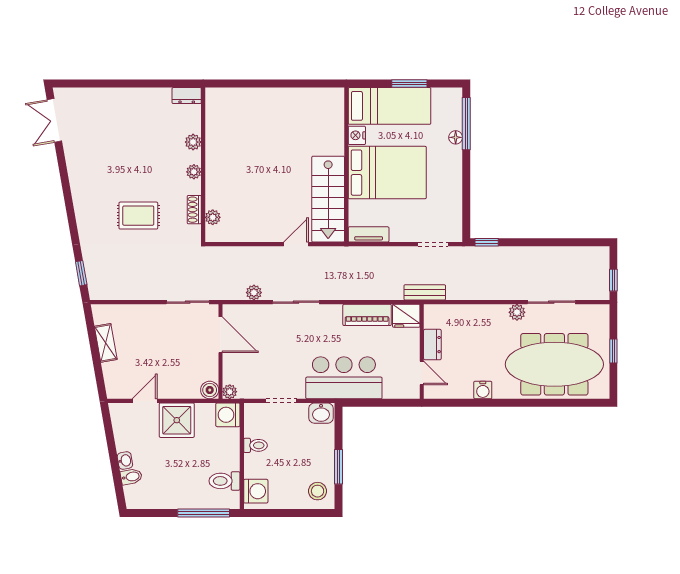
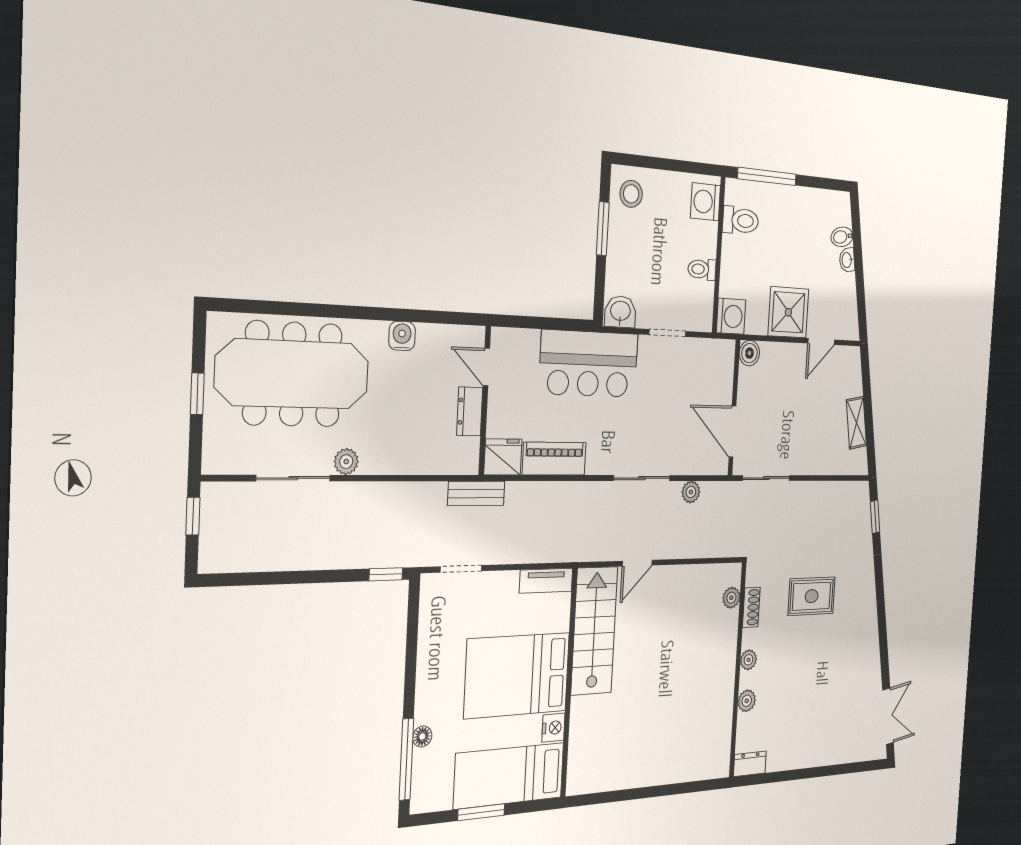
plant: (230, 392) -> (727, 350), removed

